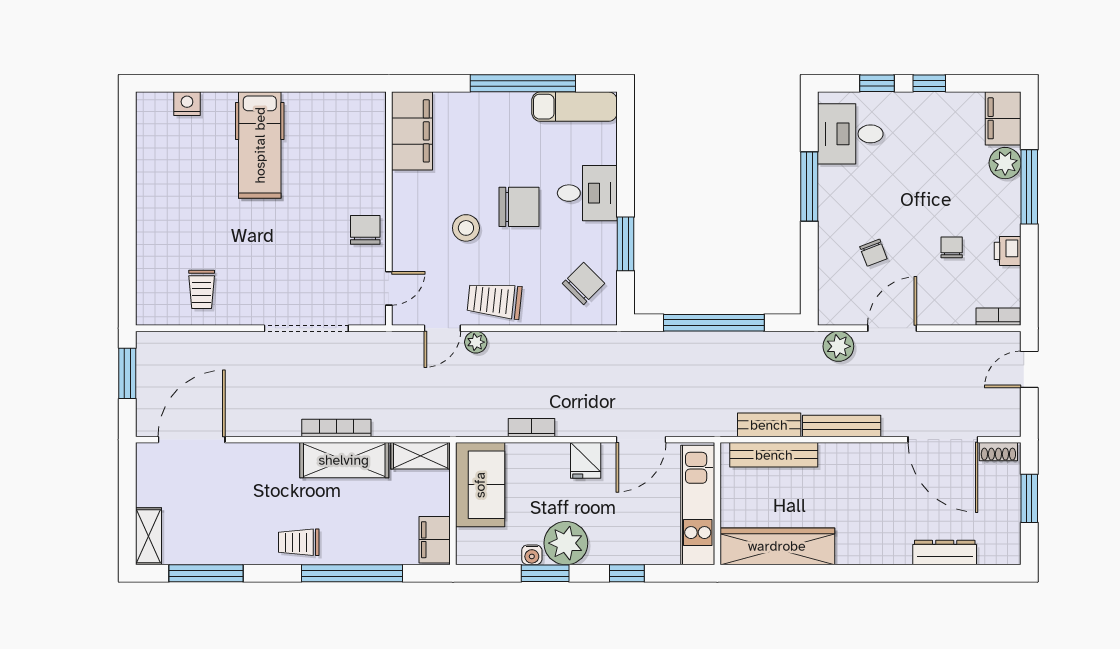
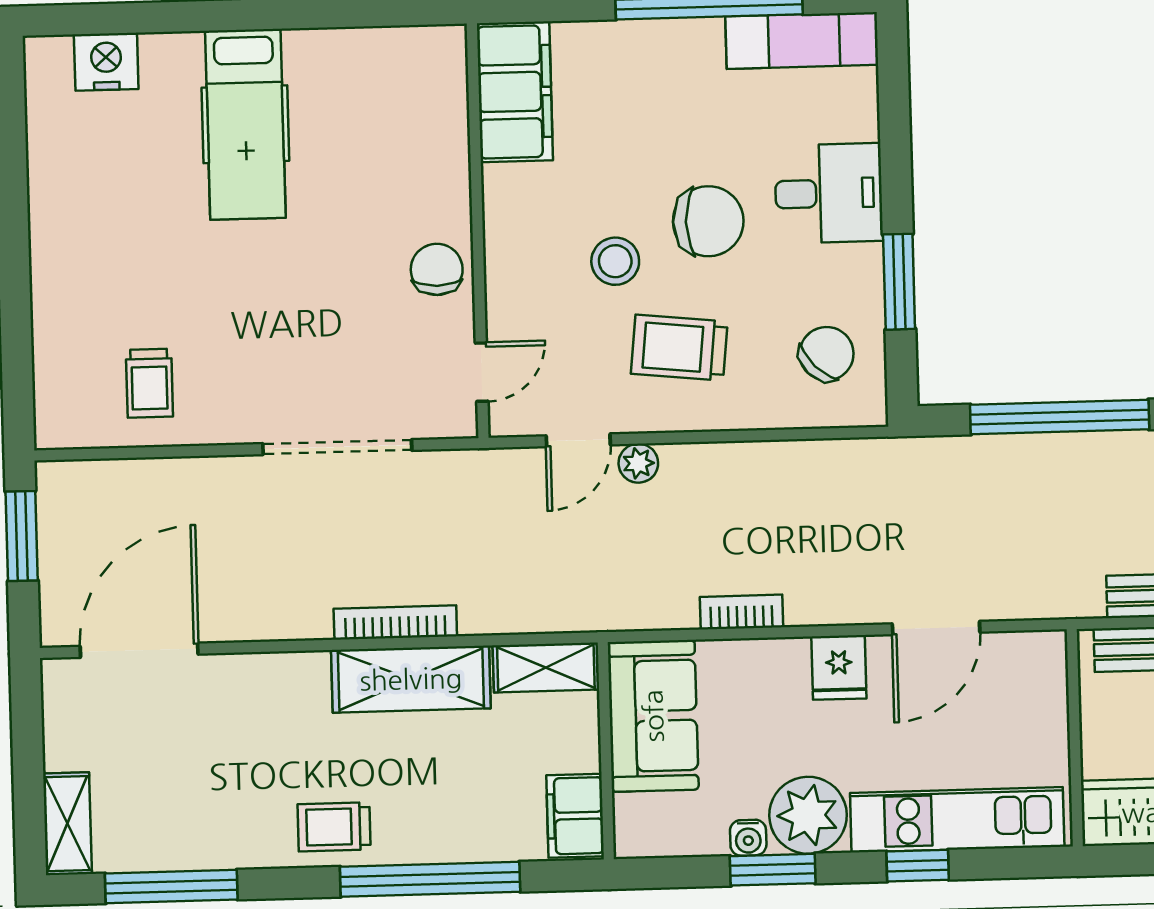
nightstand: (187, 104) -> (106, 62), width x1.36, depth x1.33
trolley: (495, 300) -> (679, 348), moved
kitchen unit: (698, 505) -> (957, 820), moved, turned 90

